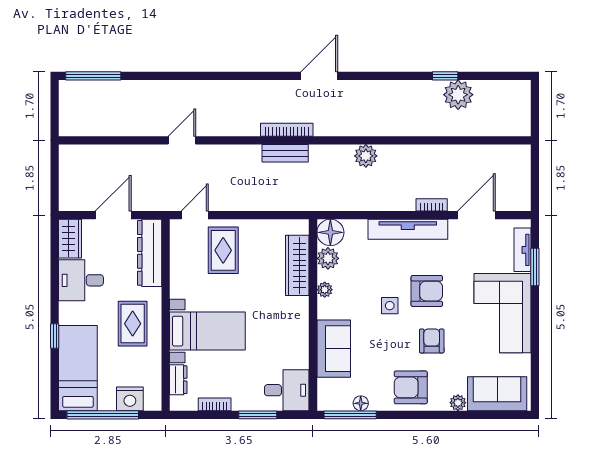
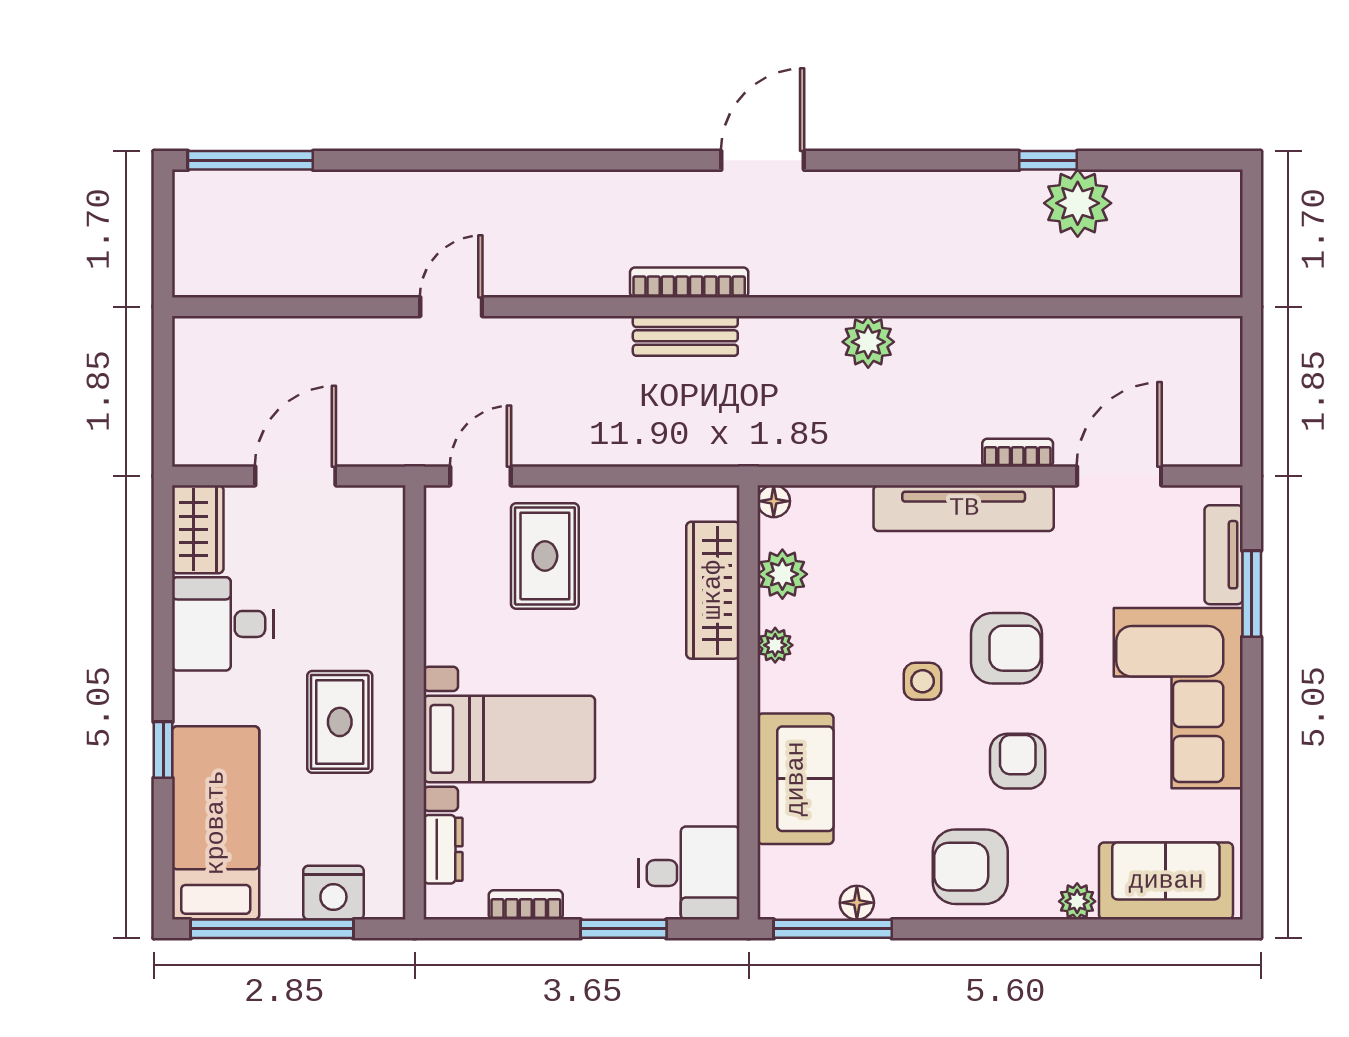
floor lamp: (330, 232) -> (774, 501), width x0.53, depth x0.53
dresser: (150, 253) -> (378, 562), removed

